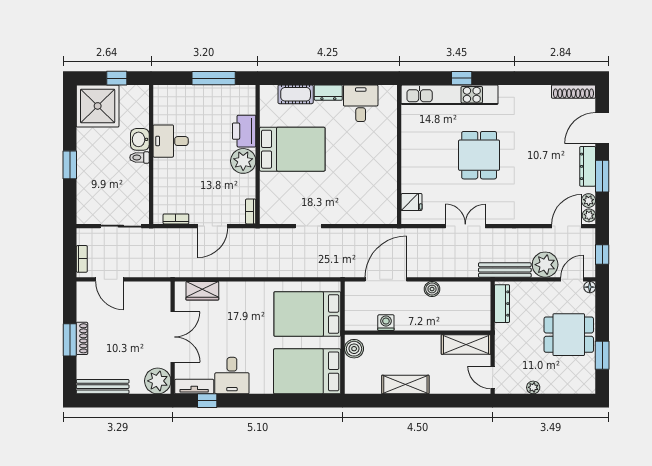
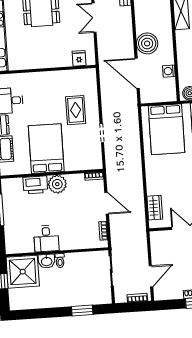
shower: (98, 106) -> (23, 272), moved
window: (70, 165) -> (82, 310), moved
rug: (342, 193) -> (76, 110), added
boiler: (432, 289) -> (147, 43), width x1.86, depth x1.86

